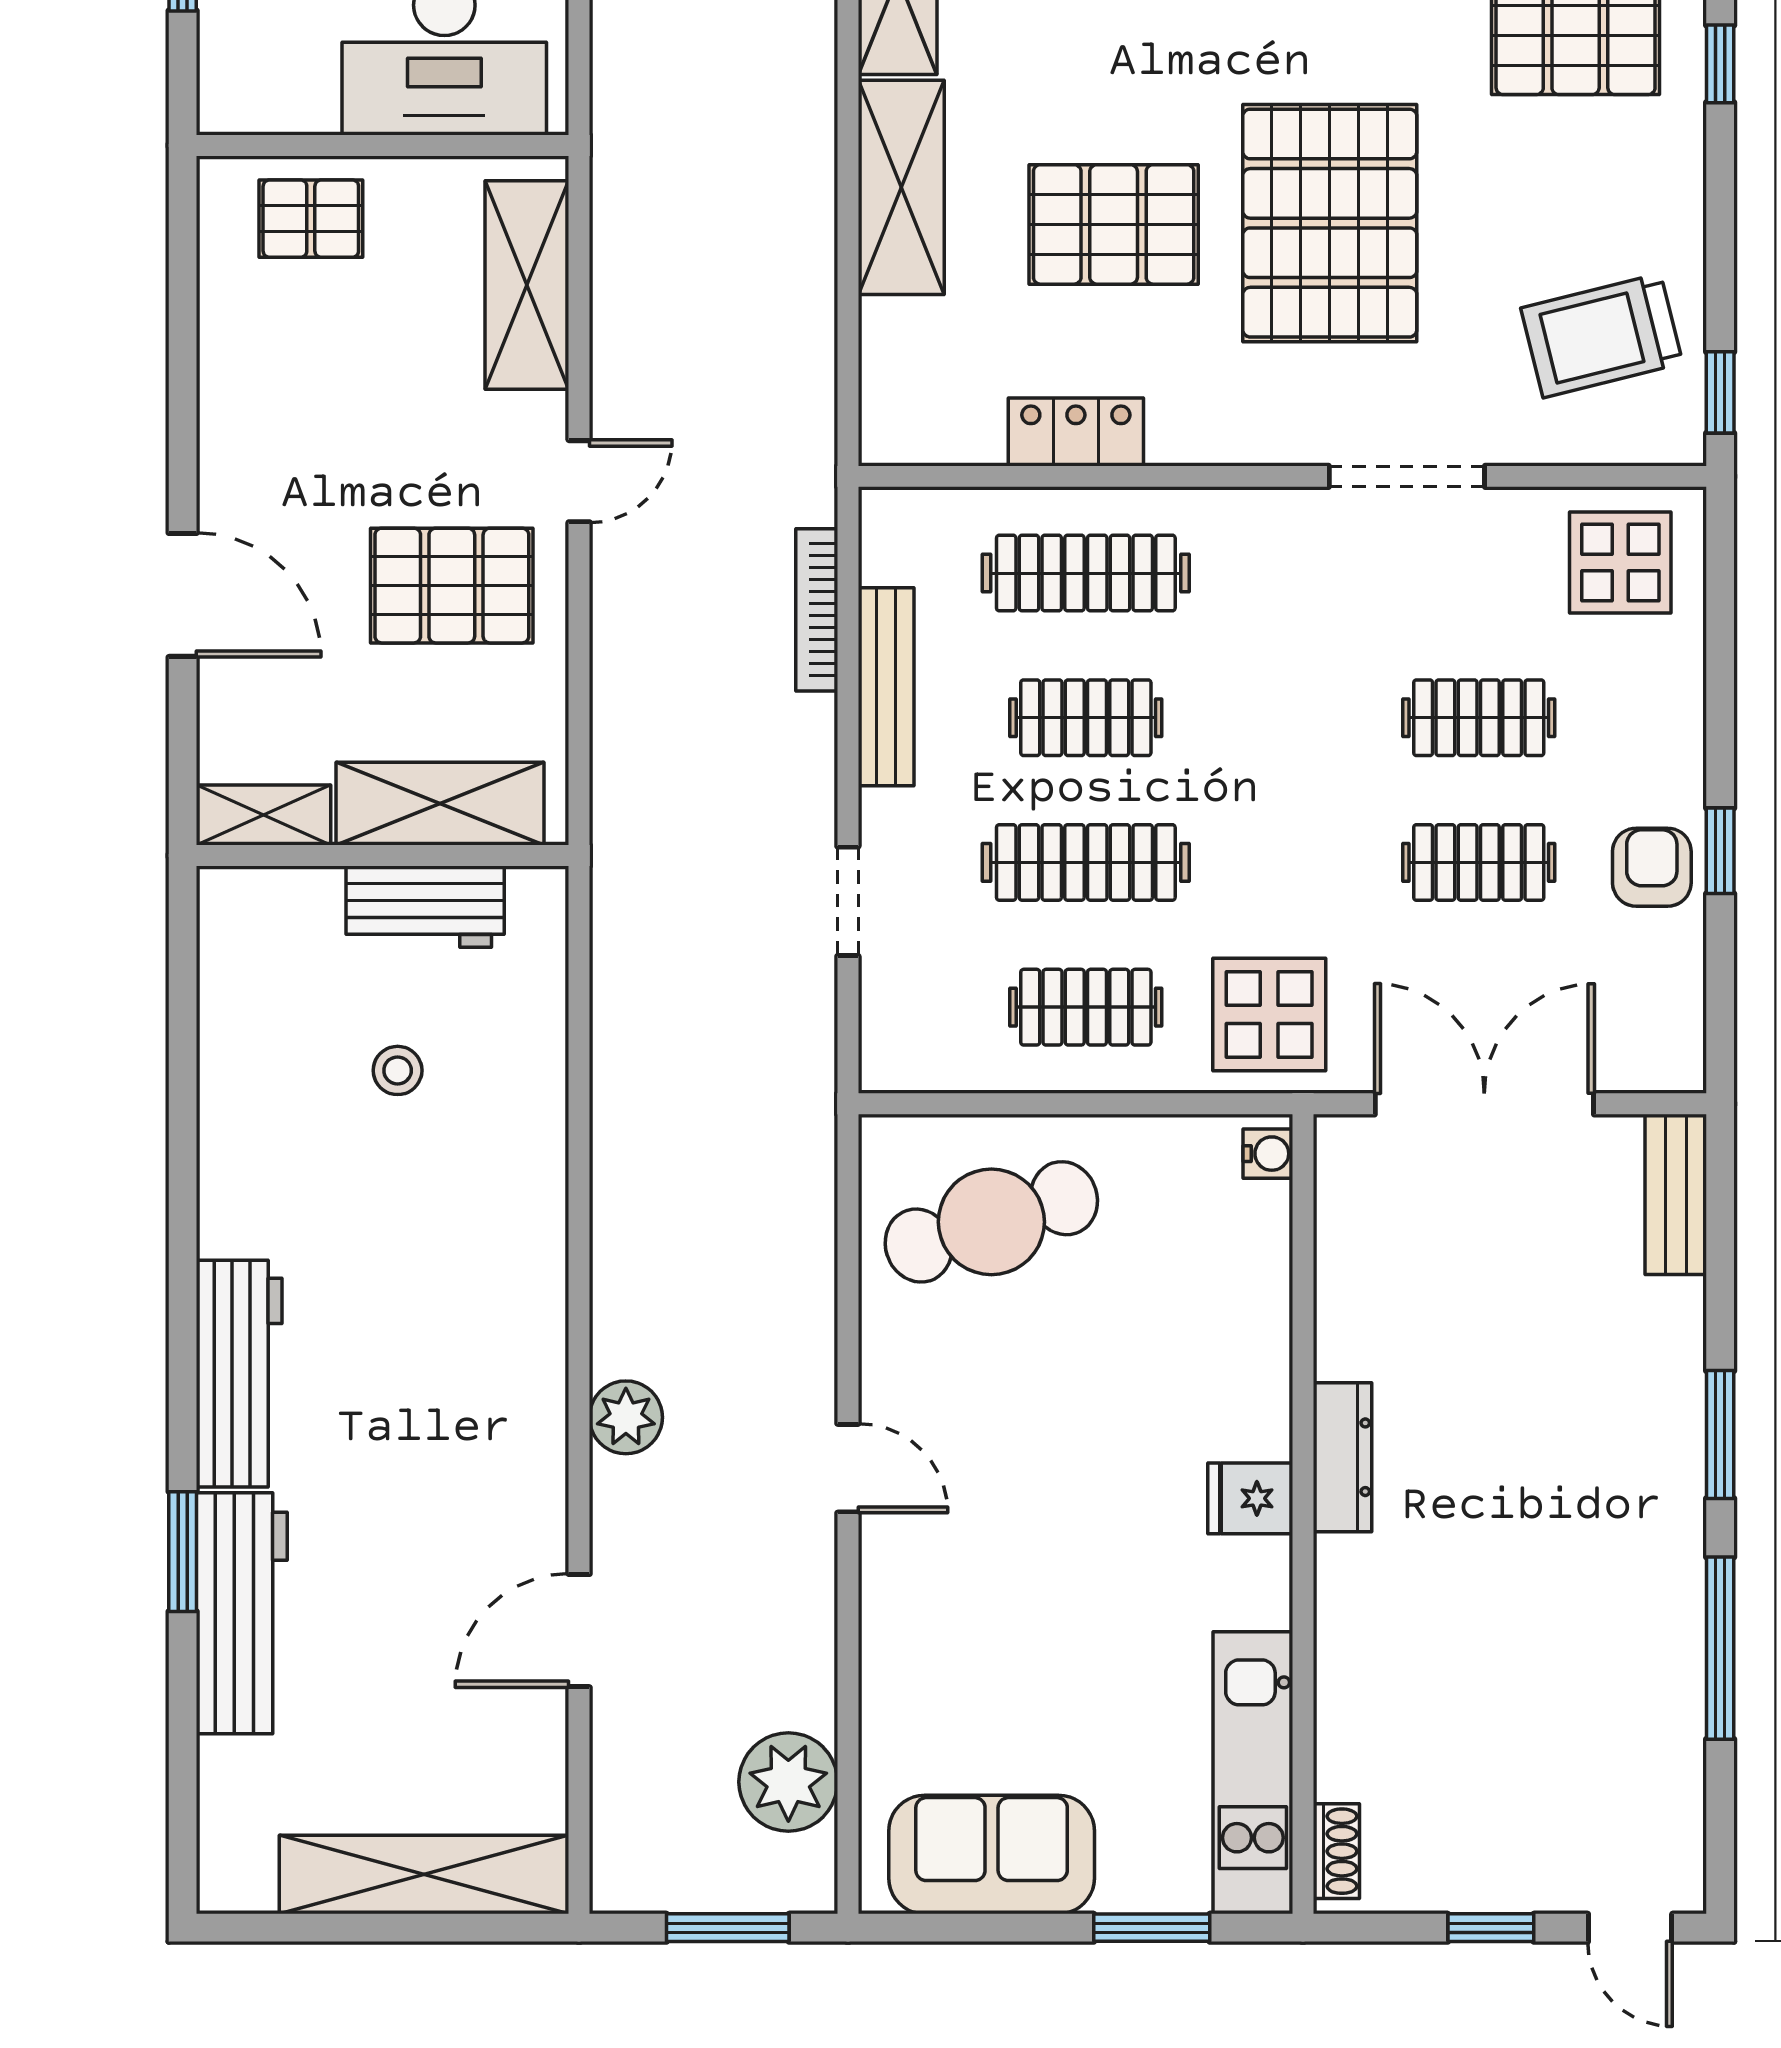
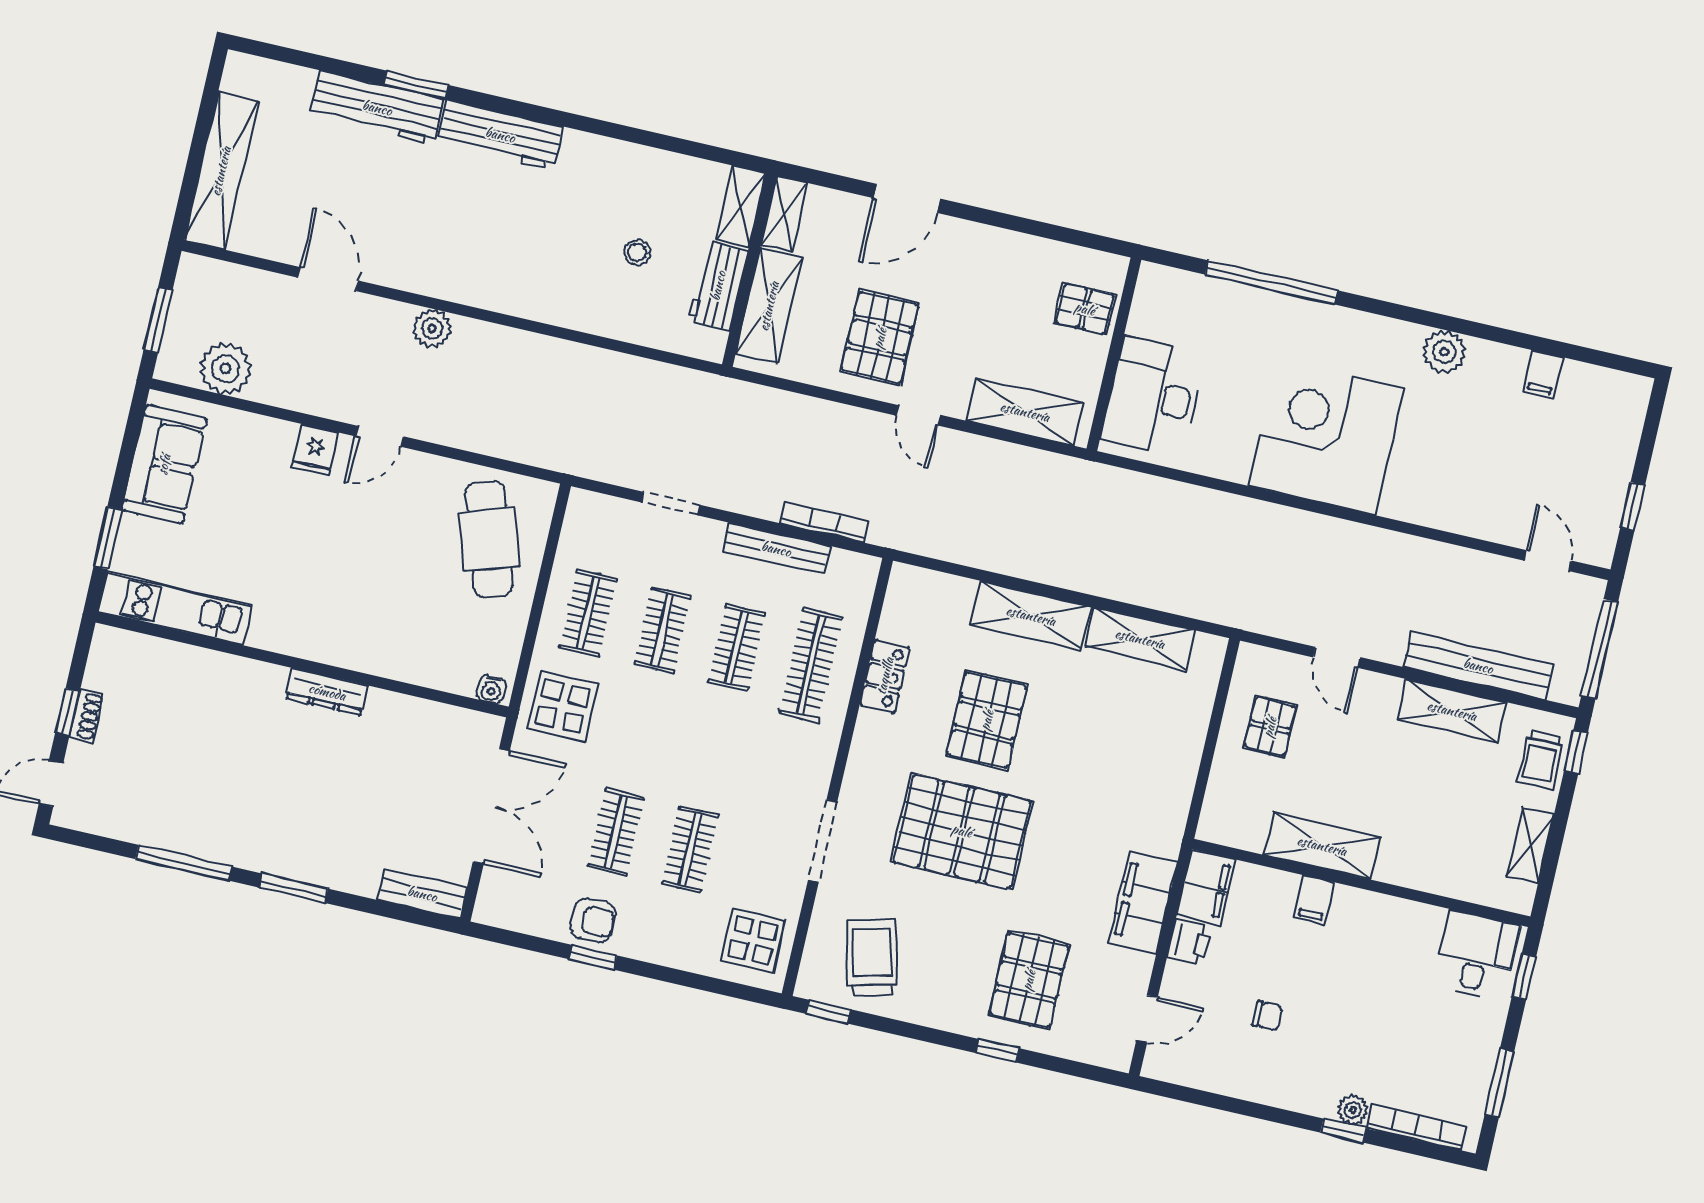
pallet: (311, 219) -> (1085, 309), turned 90
clothes rail: (1086, 862) -> (662, 630), width x0.73
shelving: (269, 898) -> (741, 206), added
fridge: (1250, 1498) -> (315, 450), moved, turned 180
shoe rack: (1336, 1851) -> (87, 716), moved, turned -90

